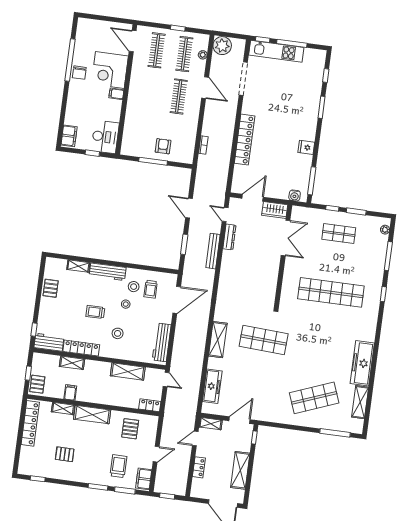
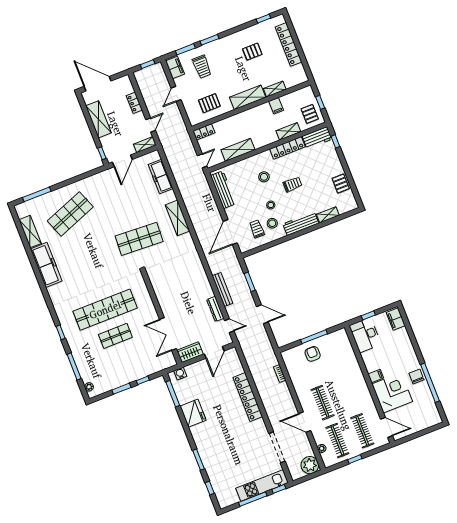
armchair: (163, 146) -> (313, 354), turned 180
fridge: (306, 147) -> (193, 413), width x1.88, depth x1.34
shop shelf: (339, 233) -> (115, 336), moved
door: (166, 379) -> (202, 161), swing flipped
pallet: (37, 384) -> (310, 114), moved
locker: (30, 423) -> (289, 44), moved
pallet: (130, 429) -> (209, 103), turned 90

